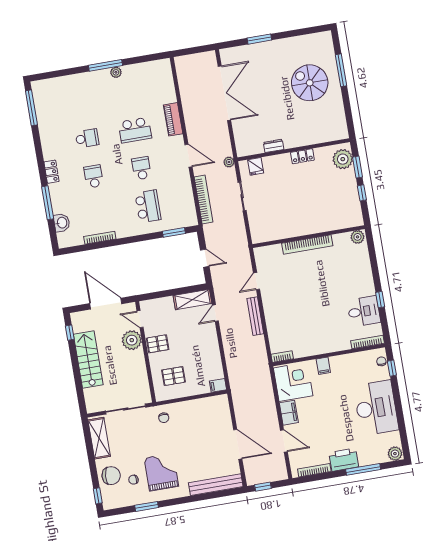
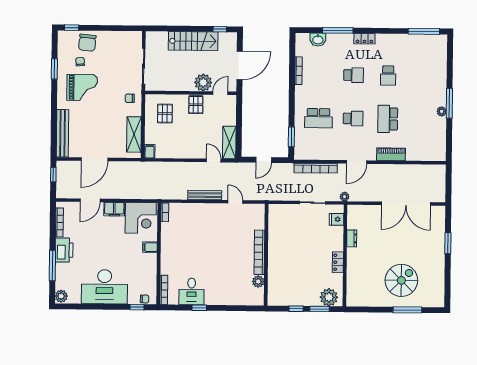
plant: (358, 237) -> (258, 282), moved
shelving: (99, 438) -> (134, 134), moved, turned 90

